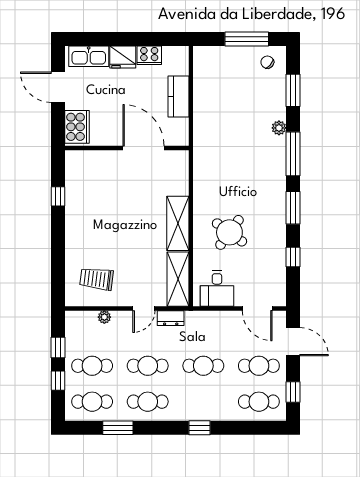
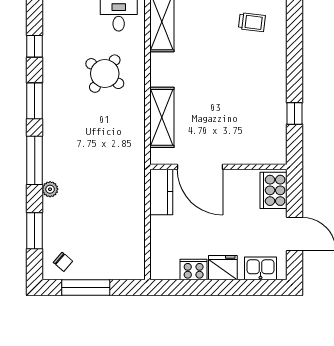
kitchen sink: (89, 56) -> (260, 268), width x0.73
kitchen counter: (179, 97) -> (161, 192), moved
shelving: (178, 223) -> (162, 117), moved
trolley: (97, 279) -> (252, 22), width x0.73, depth x0.72

